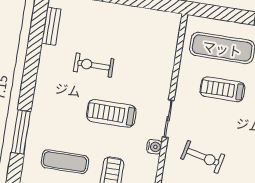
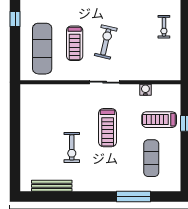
bench: (51, 26) -> (52, 186), width x1.36
water cooler: (154, 147) -> (145, 90), moved
exercise bike: (203, 157) -> (106, 42), moved

